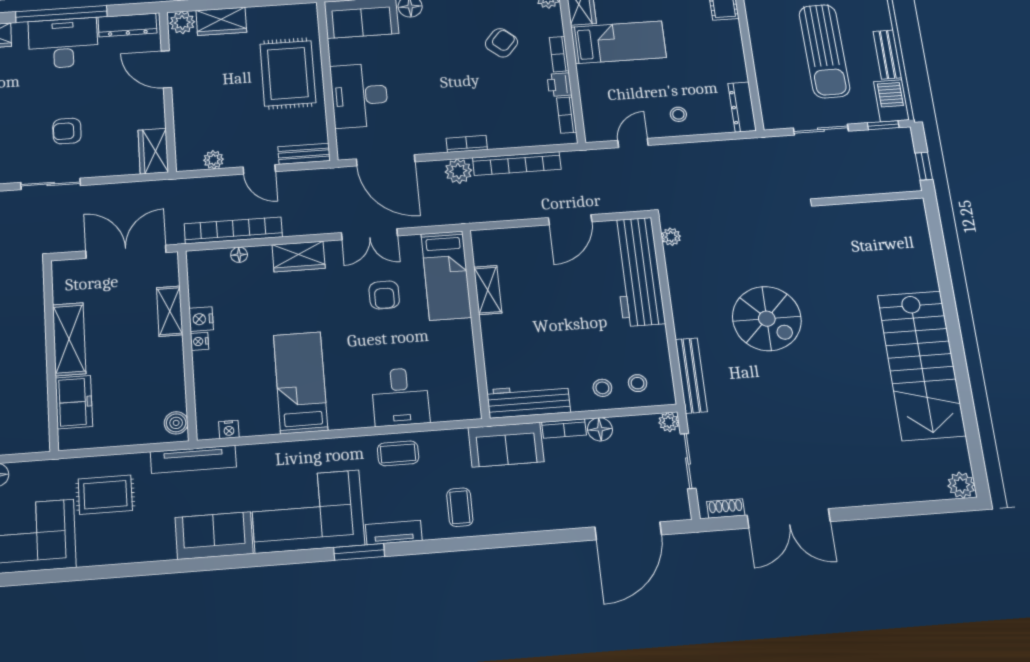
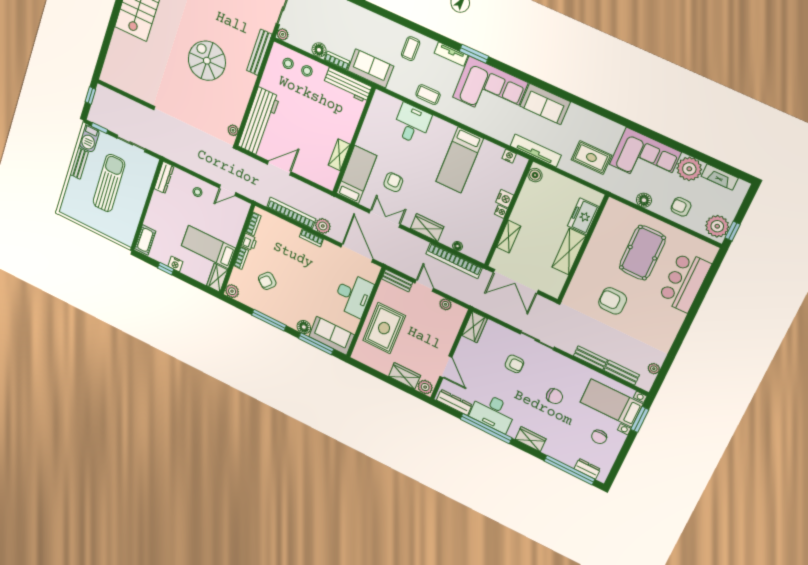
nightstand: (201, 319) -> (505, 199), moved

